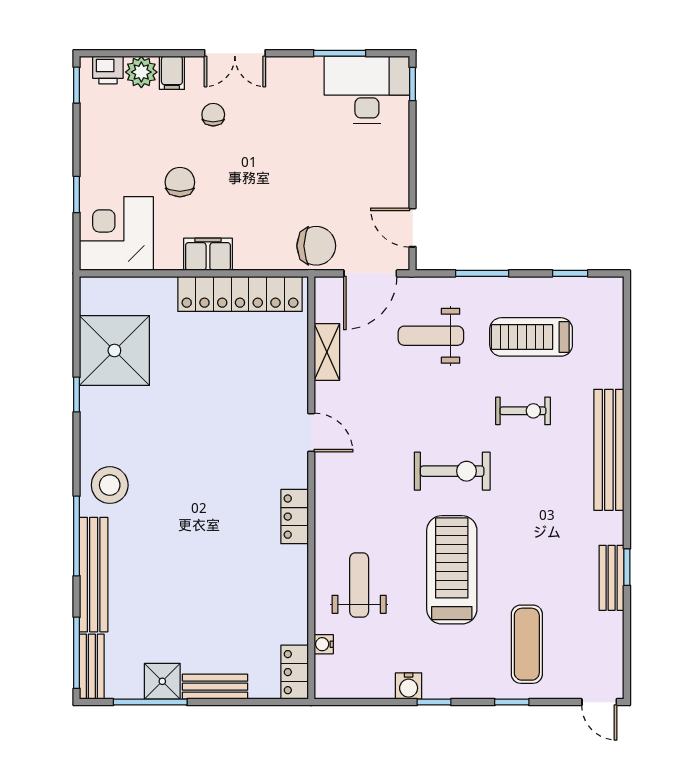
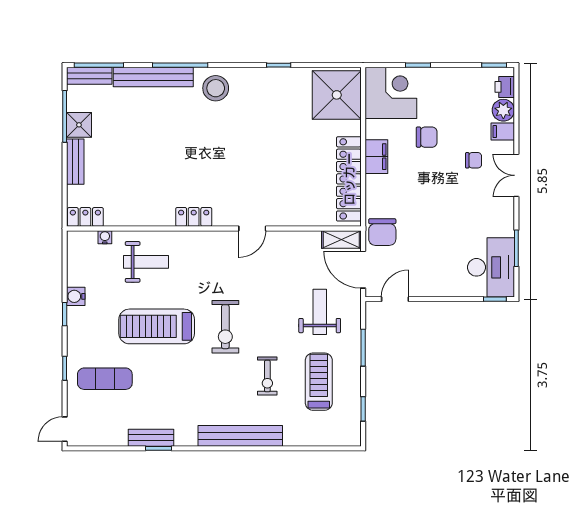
shower: (114, 351) -> (337, 95), moved
shelving: (327, 352) -> (341, 239), moved
treadmill: (452, 570) -> (157, 326), turned 180

